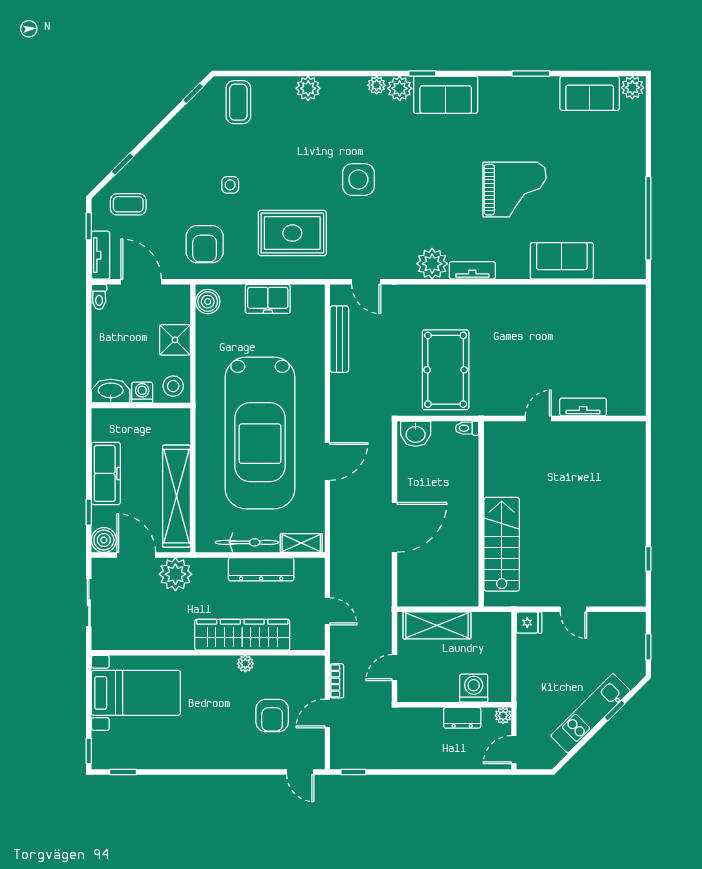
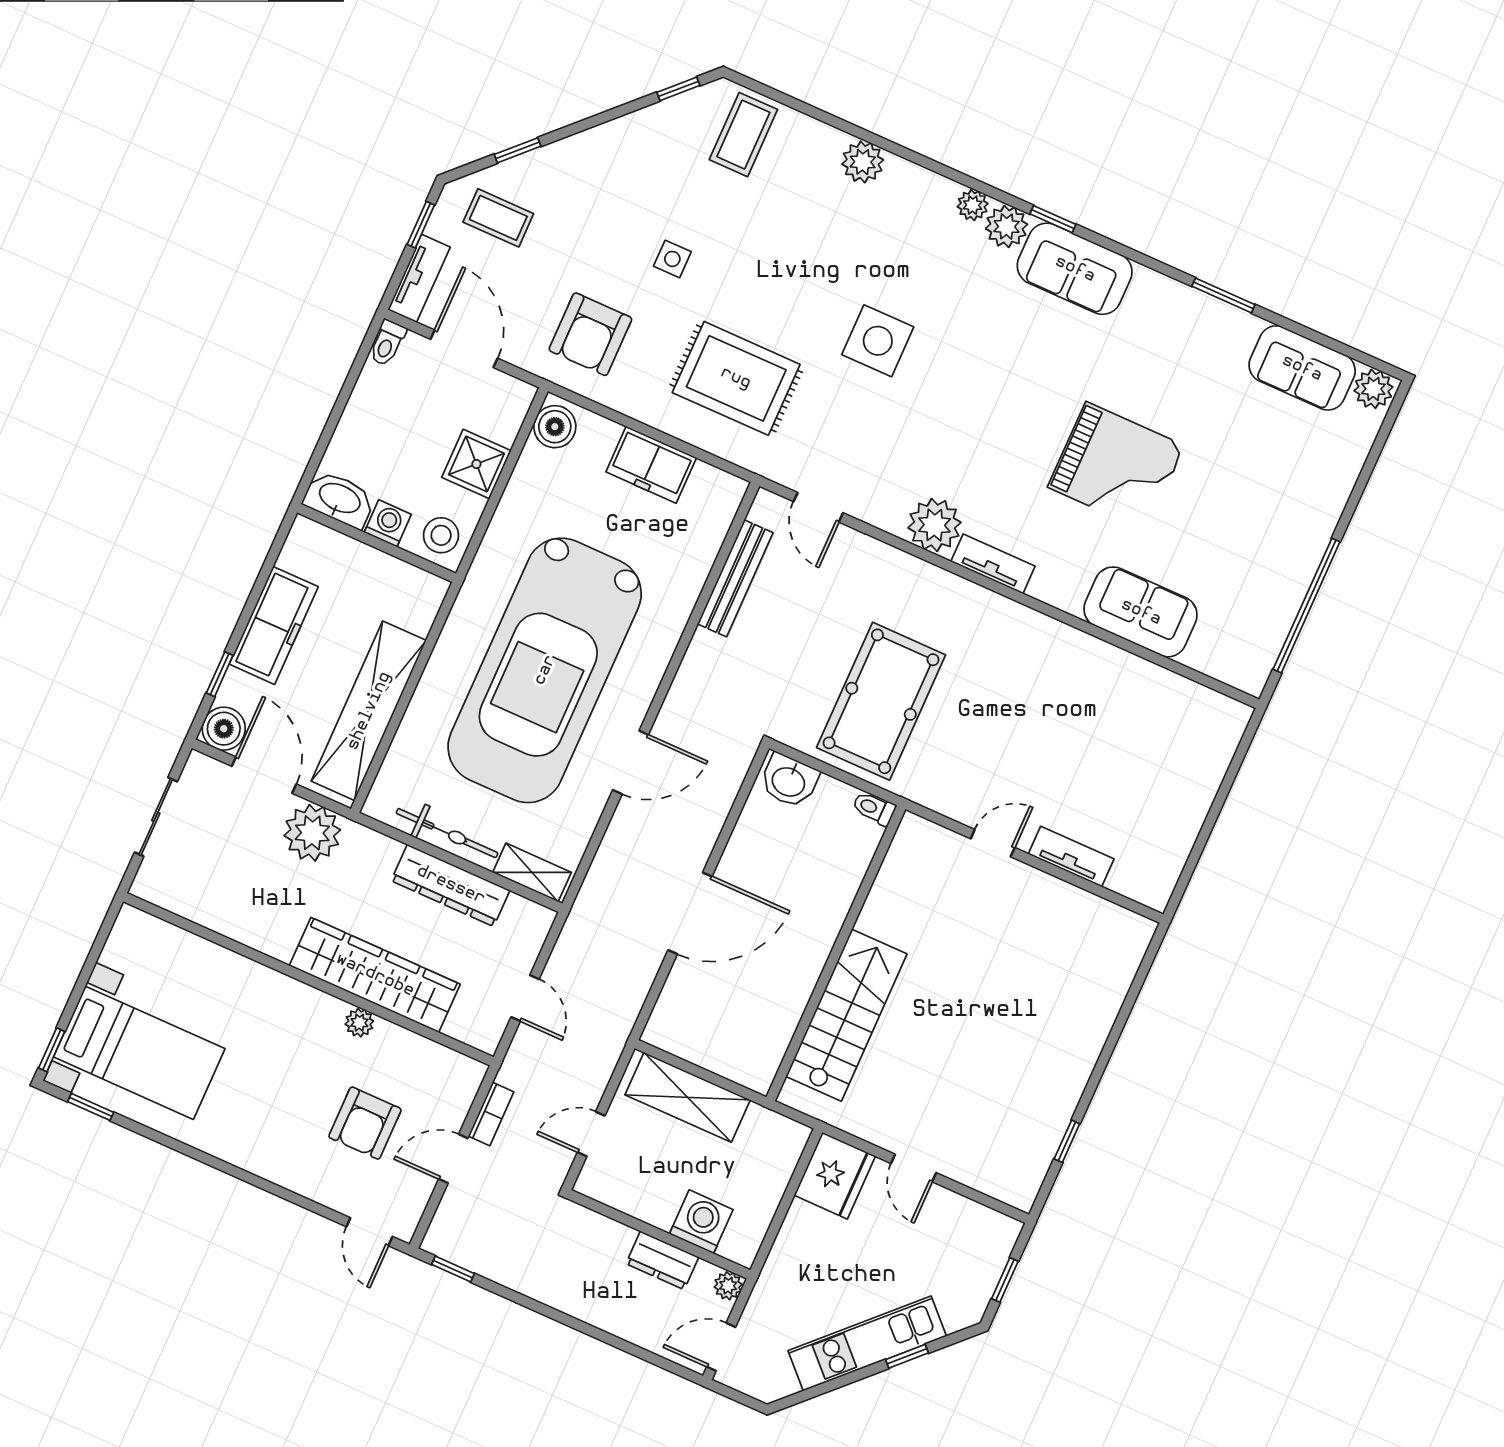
fridge: (529, 623) -> (835, 1176), width x1.88, depth x1.34
bed with nightstands: (136, 693) -> (139, 1053), moved

